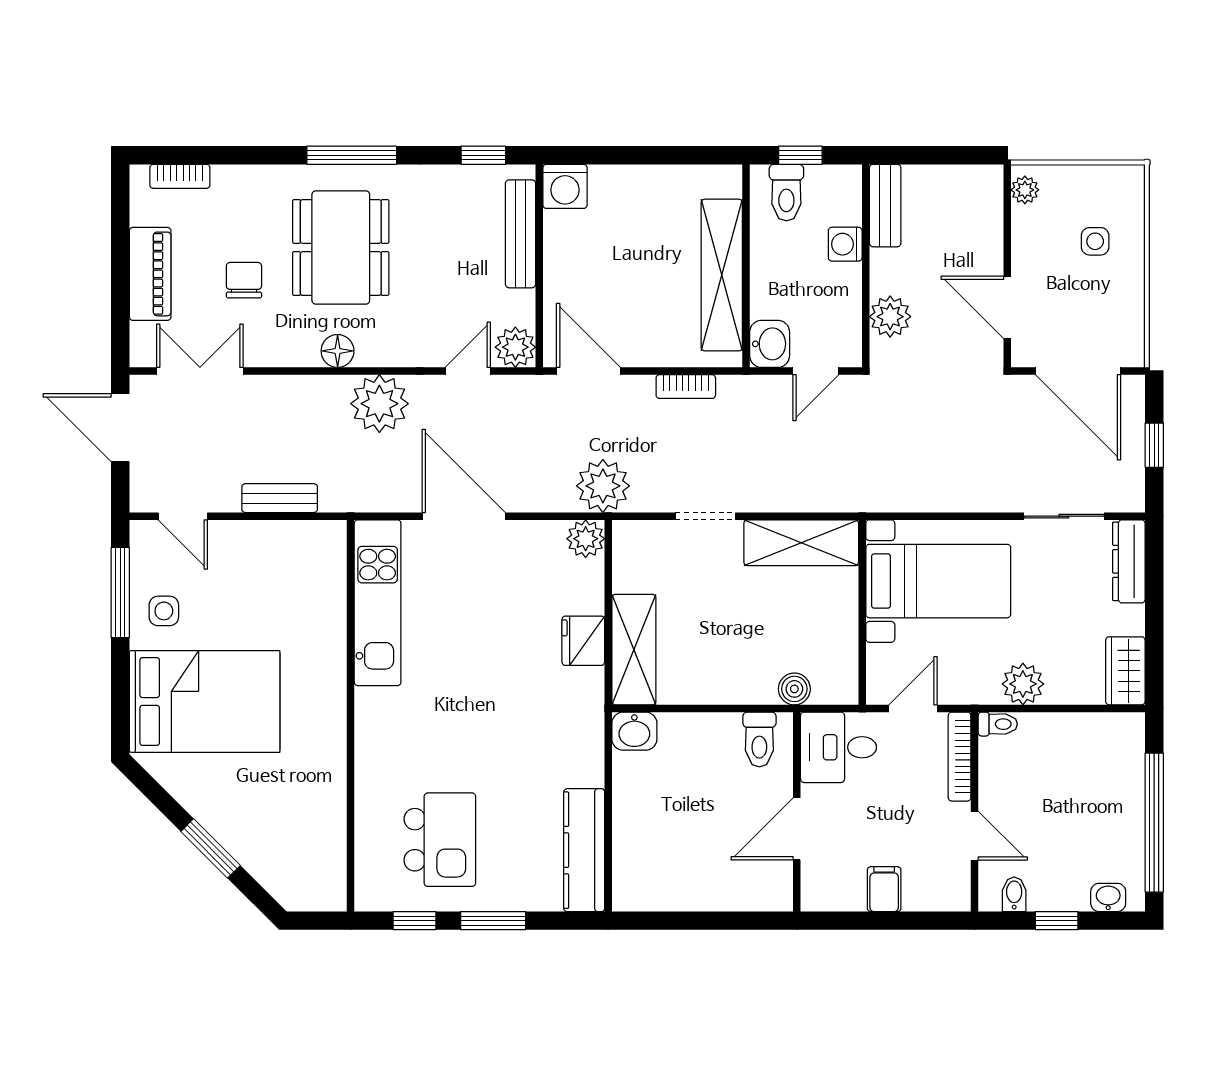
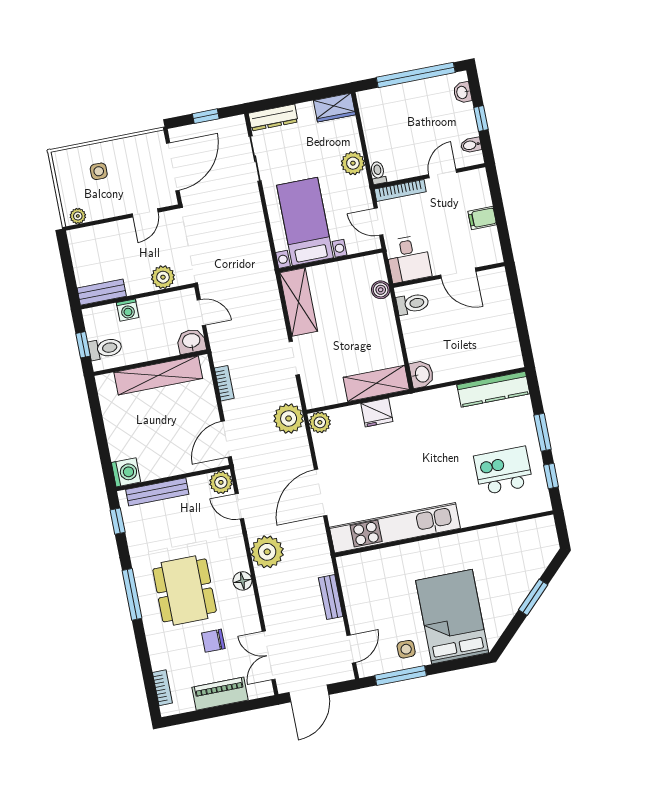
dining table: (341, 248) -> (185, 590), turned 90
door: (1007, 307) -> (145, 213), width x0.73
kitchen unit: (378, 603) -> (395, 528), width x1.36

